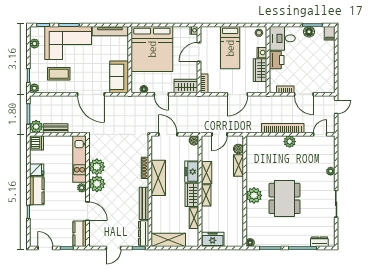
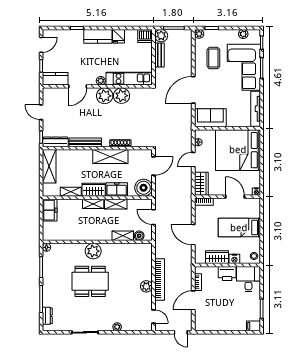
floor lamp: (309, 32) -> (255, 306), removed
boiler: (194, 140) -> (144, 188), width x1.86, depth x1.86

